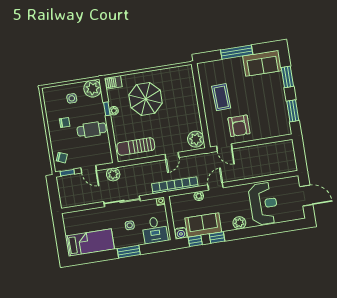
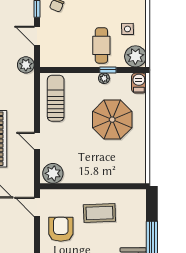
chair: (65, 123) -> (99, 15), removed
armchair: (239, 126) -> (61, 229), turned 90
cafe table: (92, 130) -> (101, 45), moved
door: (224, 148) -> (37, 207), hinge flipped
door: (89, 169) -> (37, 36), hinge flipped

